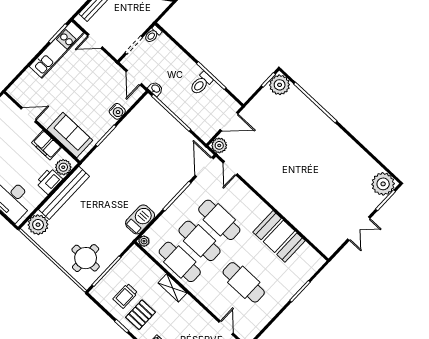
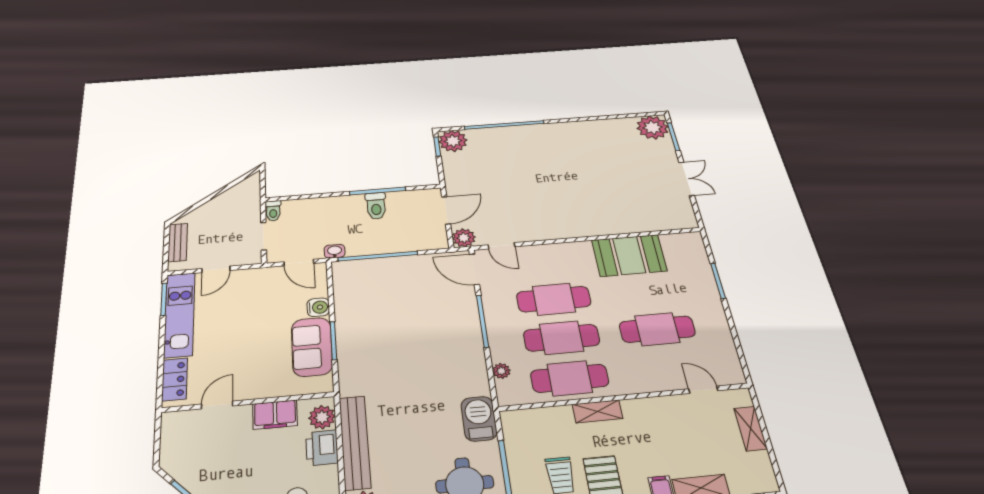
locker: (24, 83) -> (175, 379), added
sofa: (70, 135) -> (312, 347), moved, turned -90
barbecue: (140, 219) -> (479, 419), moved
plant: (144, 241) -> (501, 371), moved

